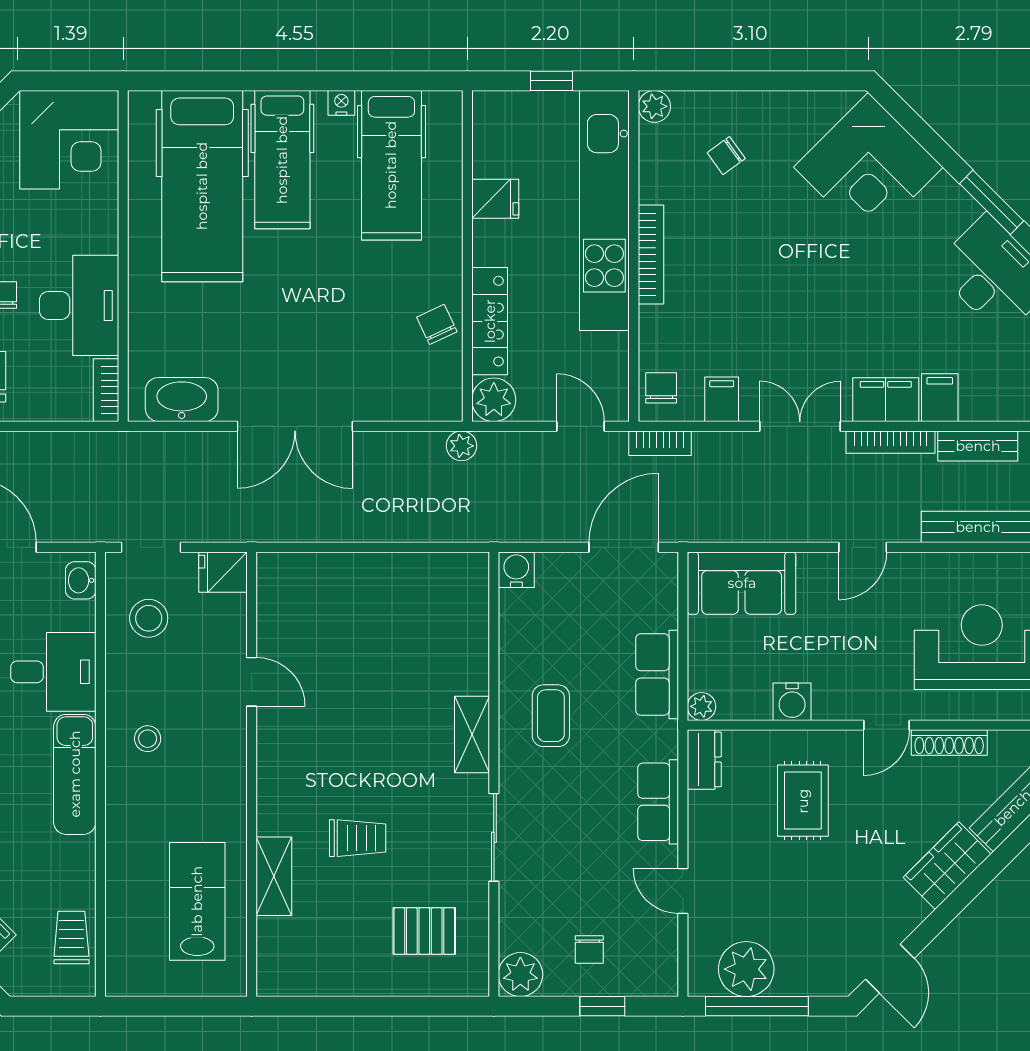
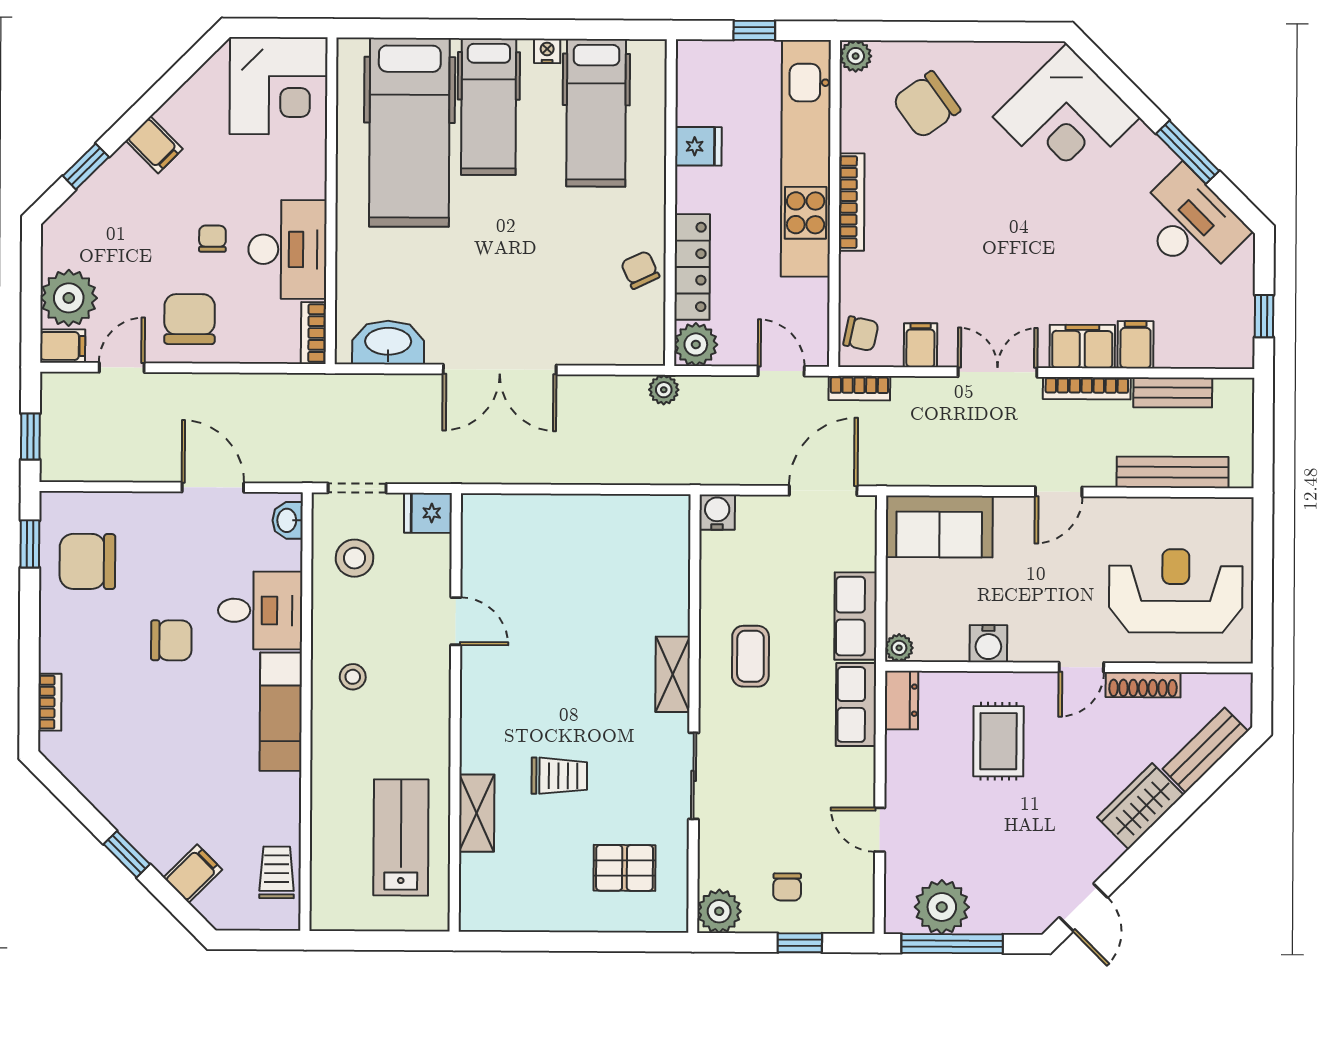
chair: (726, 156) -> (926, 105), width x1.87, depth x1.87
chair: (661, 388) -> (861, 334), turned 102
row of seats: (658, 802) -> (856, 704), moved

